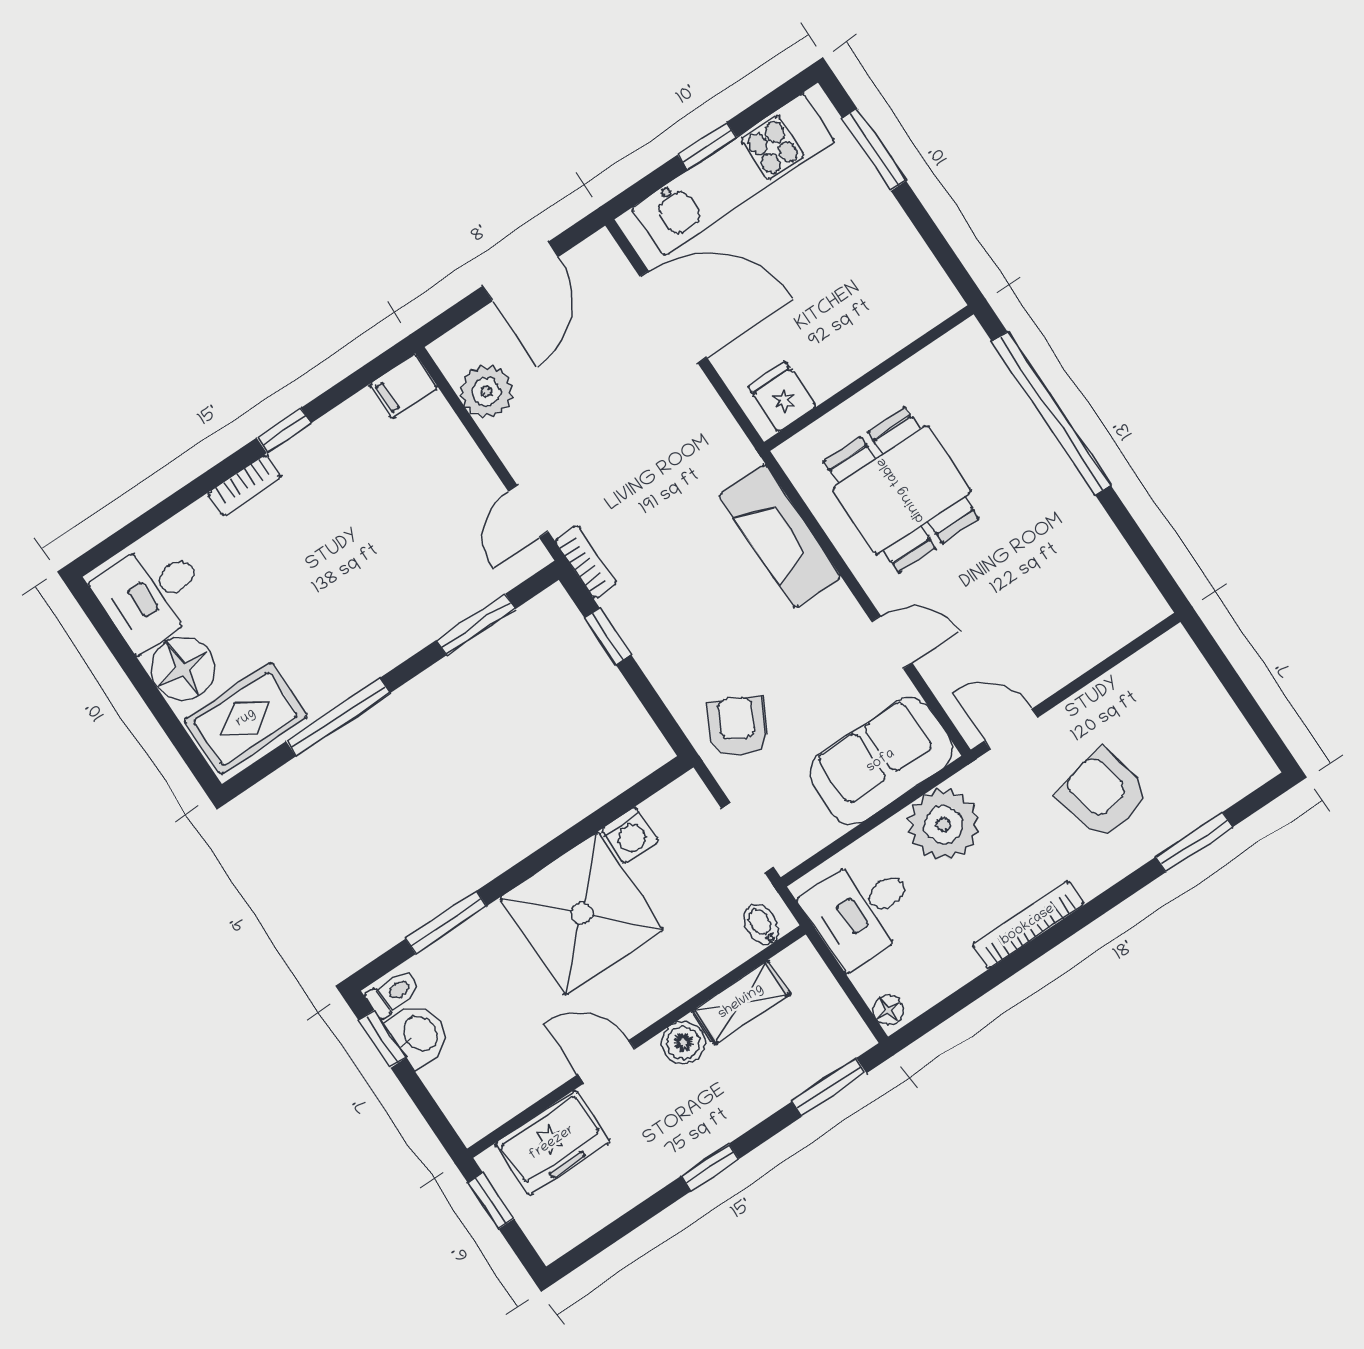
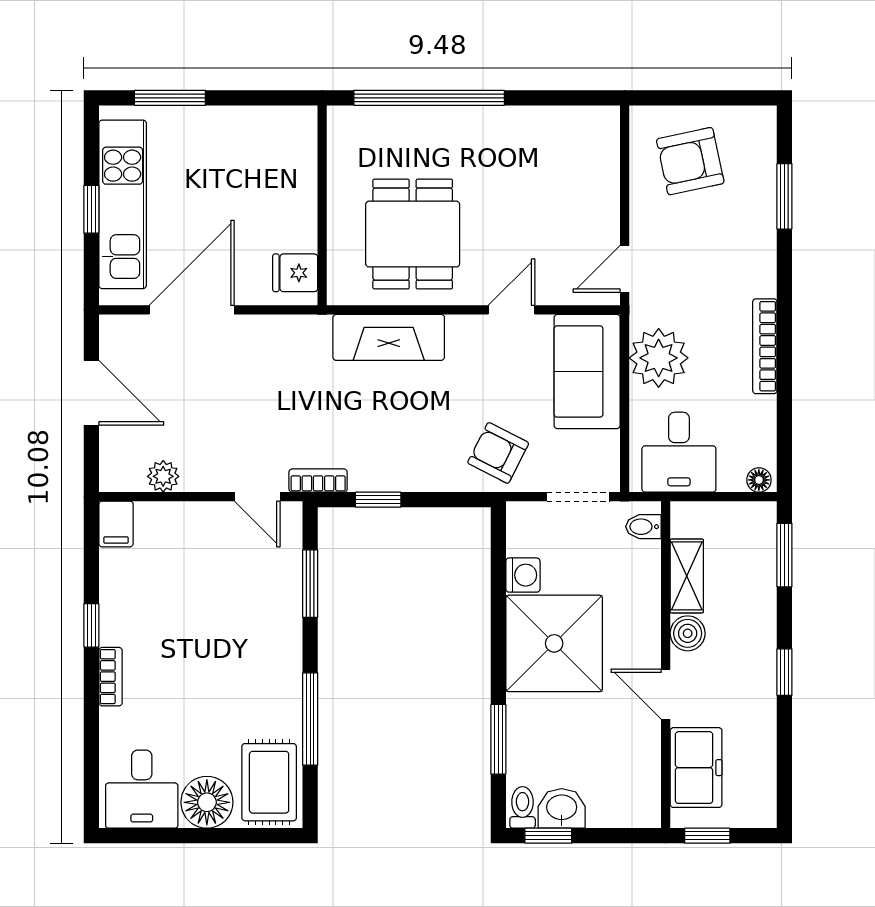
plant: (486, 391) -> (163, 476), width x0.73, depth x0.73
dining table: (901, 490) -> (413, 234), turned 90
armchair: (1103, 794) -> (690, 161), moved
door: (606, 1062) -> (666, 694), hinge flipped

